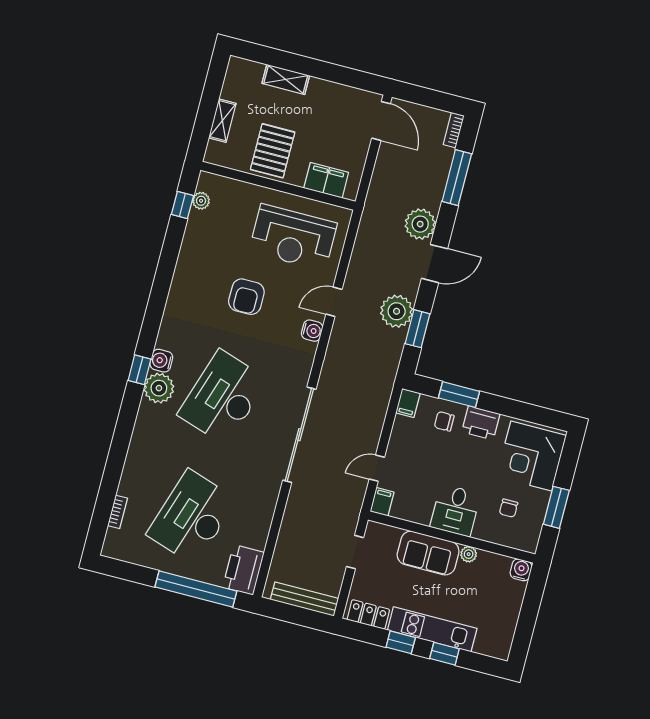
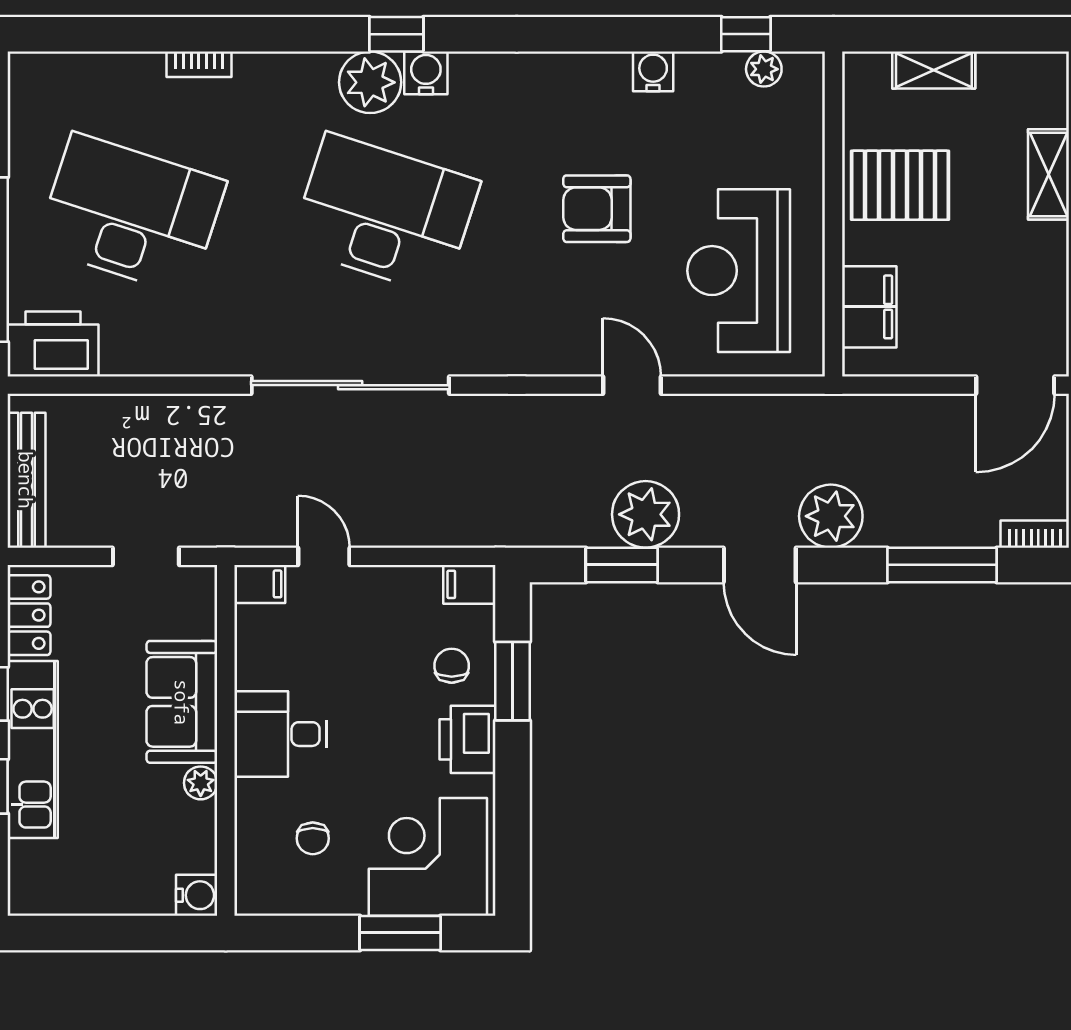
water cooler: (312, 331) -> (653, 71), moved, turned 180
window: (556, 507) -> (400, 933), moved
chair: (509, 508) -> (313, 838), turned -90
bookcase: (118, 512) -> (199, 64), moved

